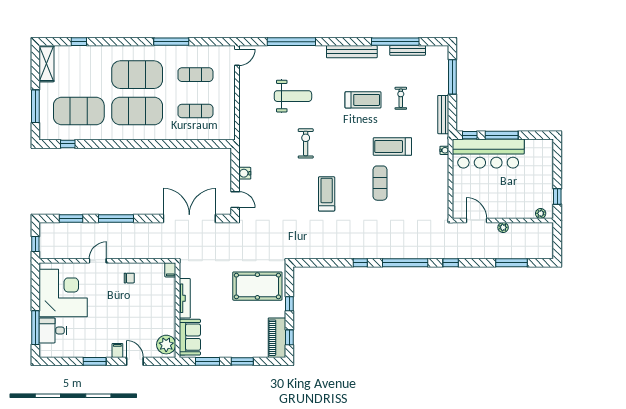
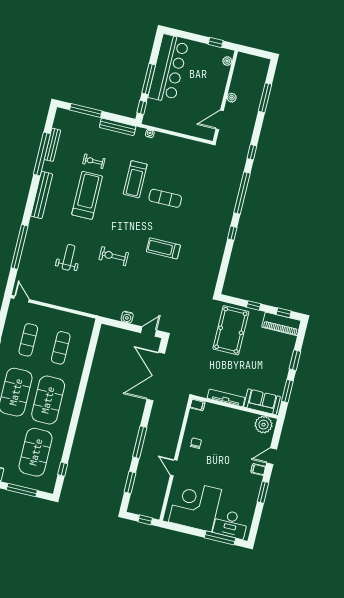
weight bench: (293, 96) -> (69, 257), width x0.73, depth x0.75
treadmill: (363, 100) -> (87, 195), width x1.37, depth x1.38
bar counter: (488, 154) -> (169, 69), moved
desk: (53, 330) -> (231, 524), width x1.37

